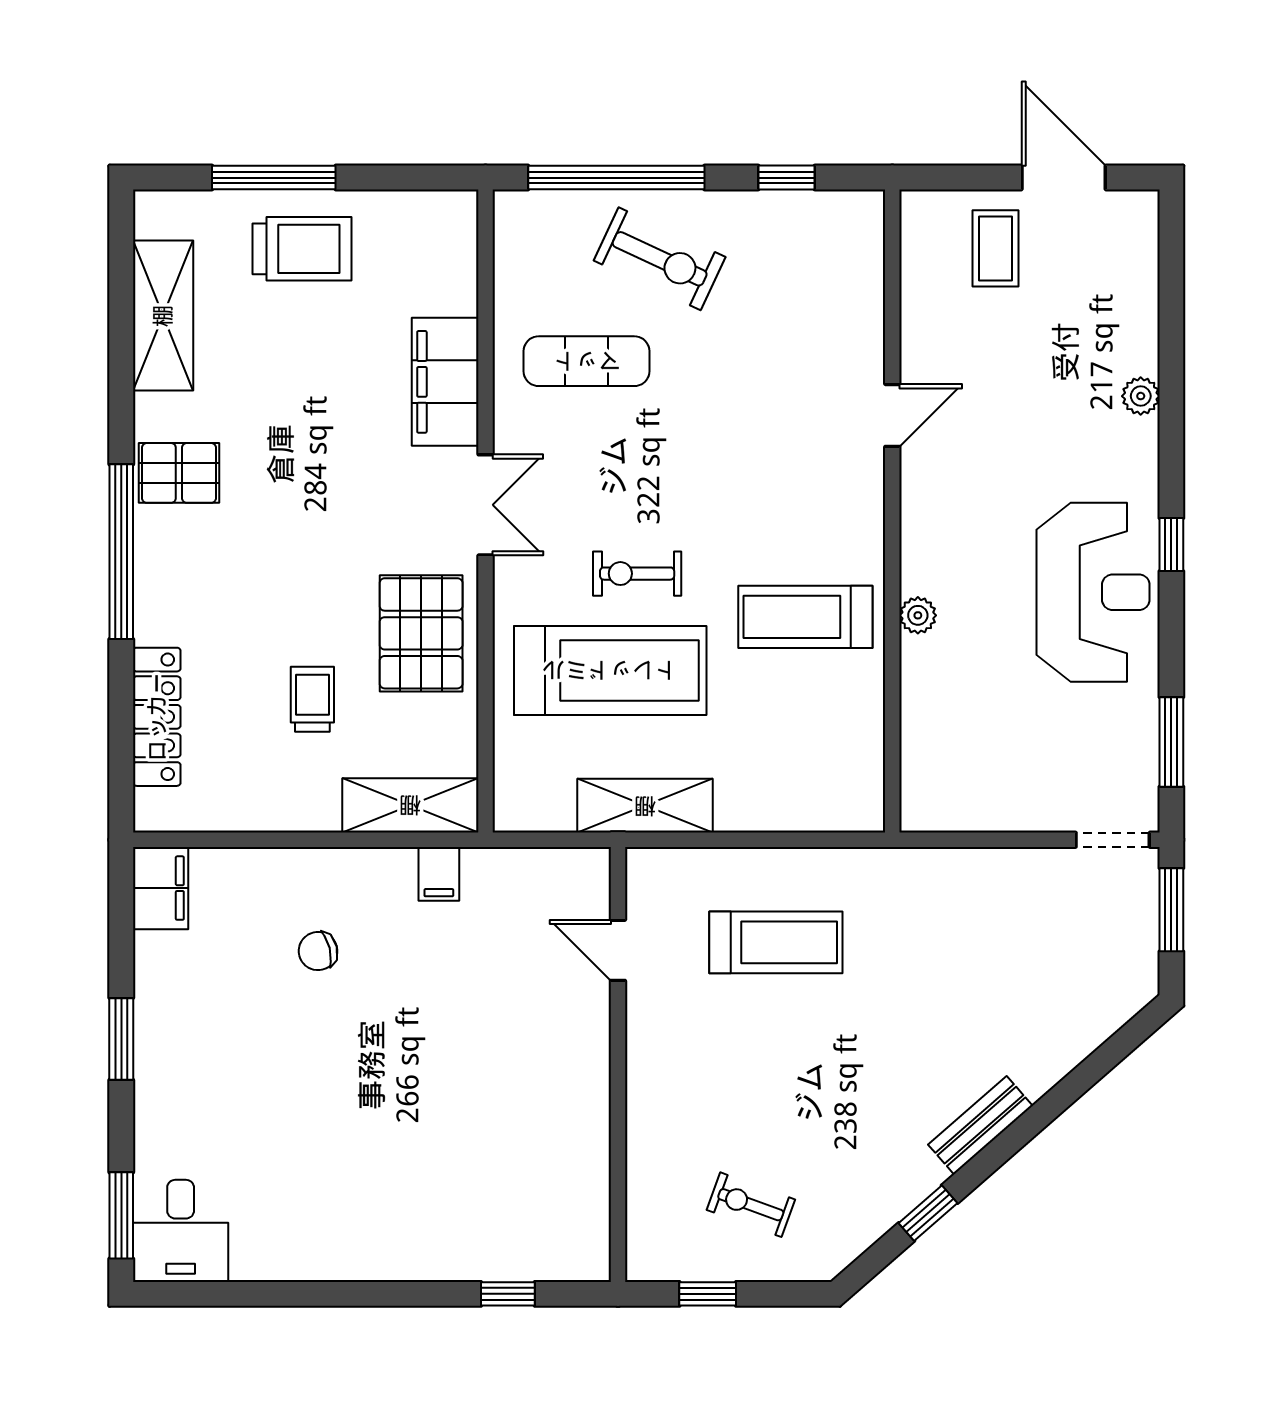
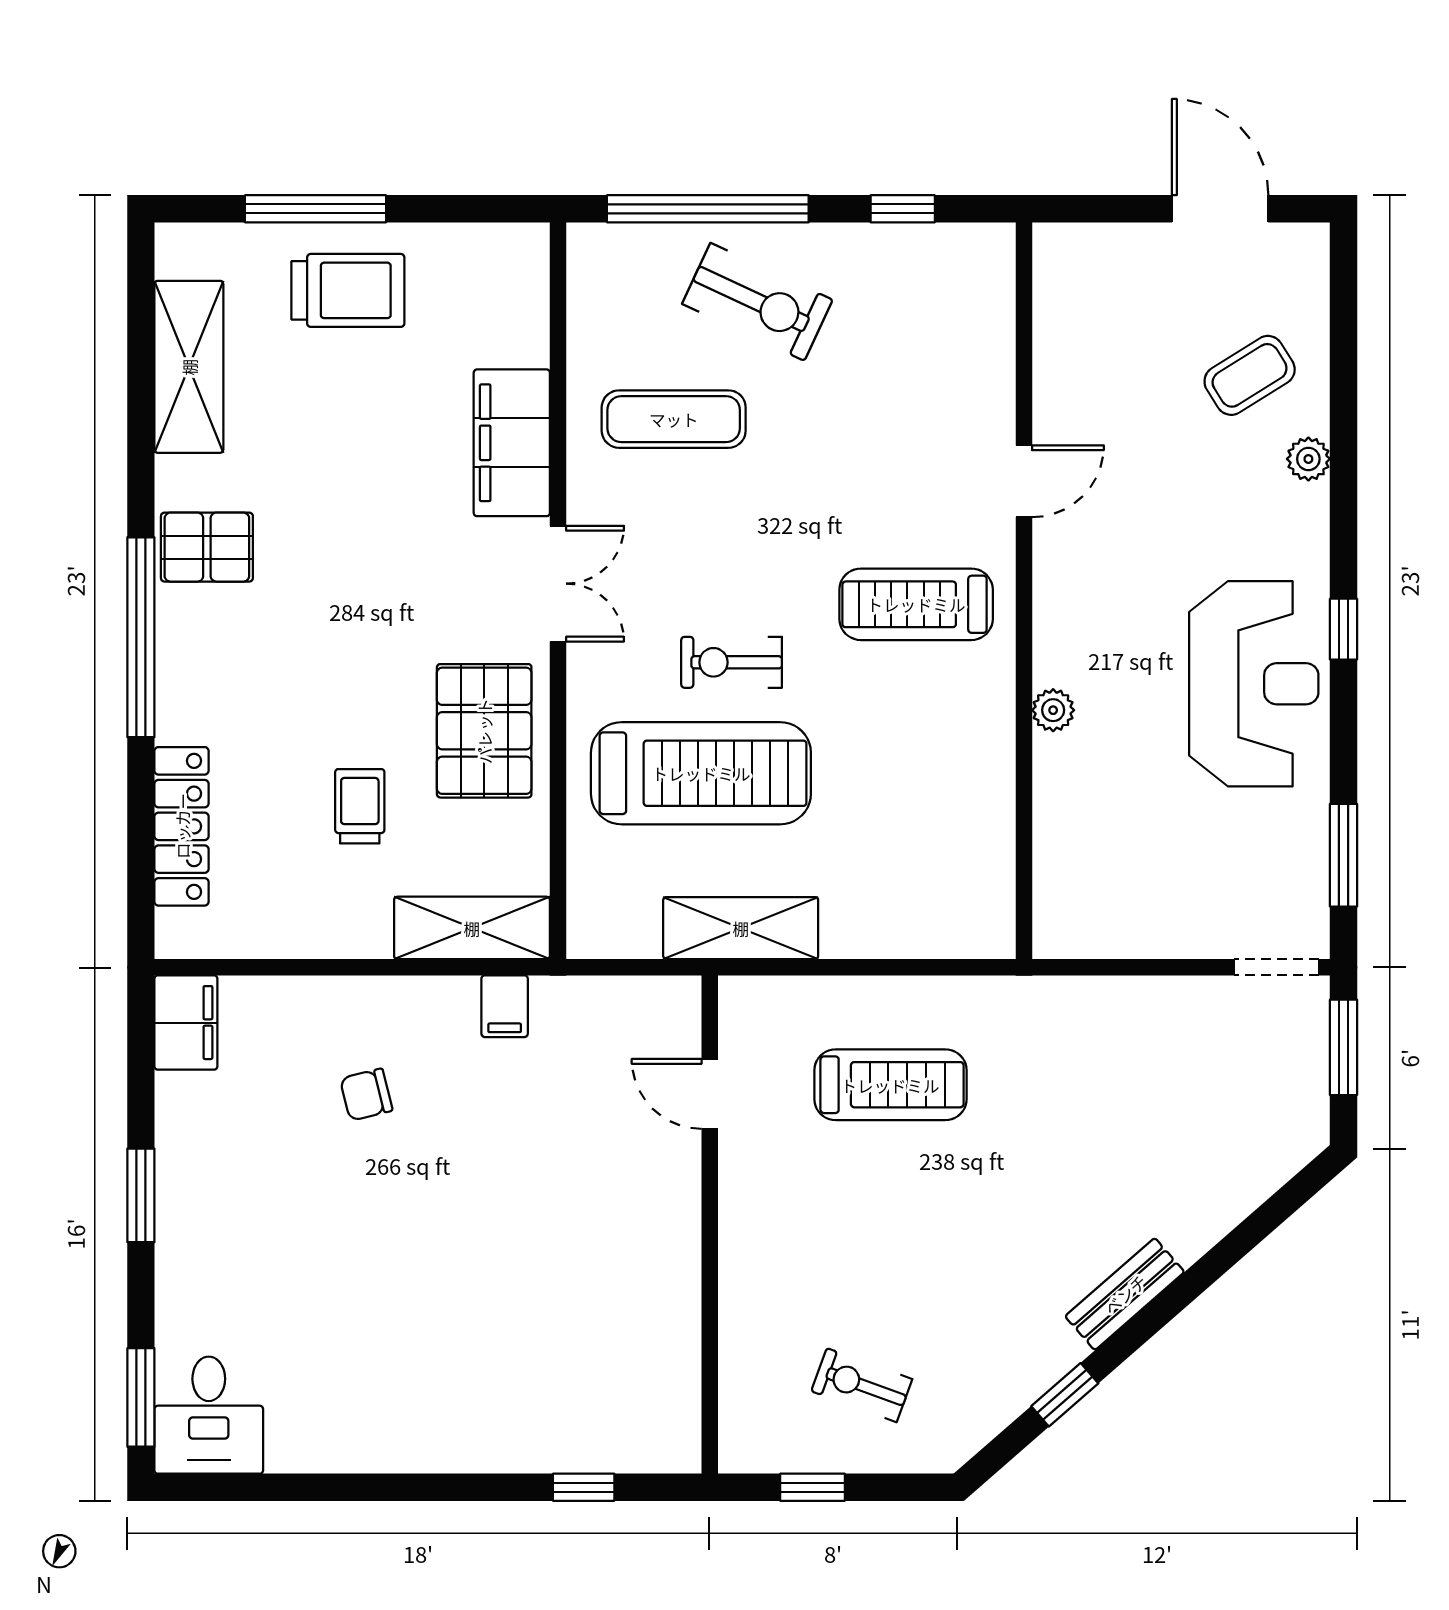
coffee table: (995, 248) -> (1250, 375), moved, turned 58
treadmill: (805, 617) -> (916, 604), moved

